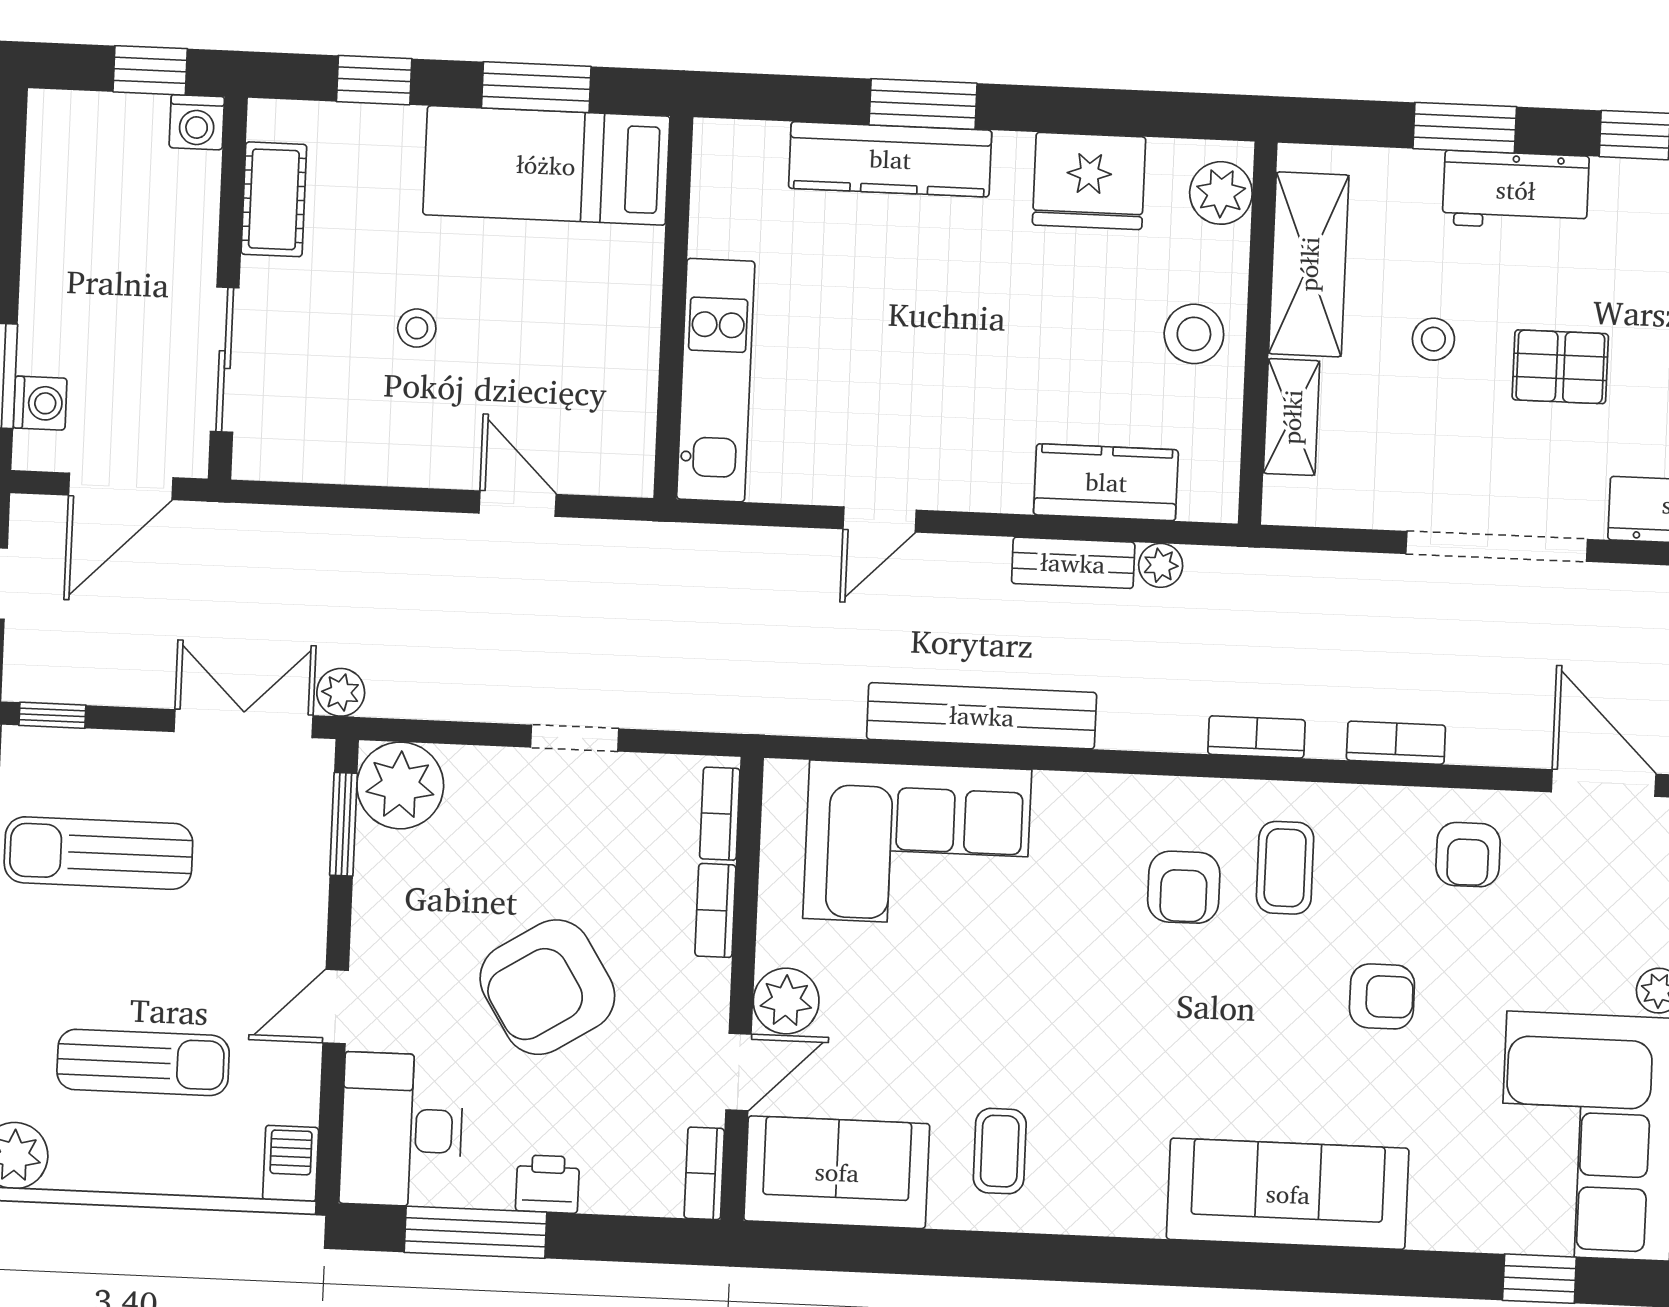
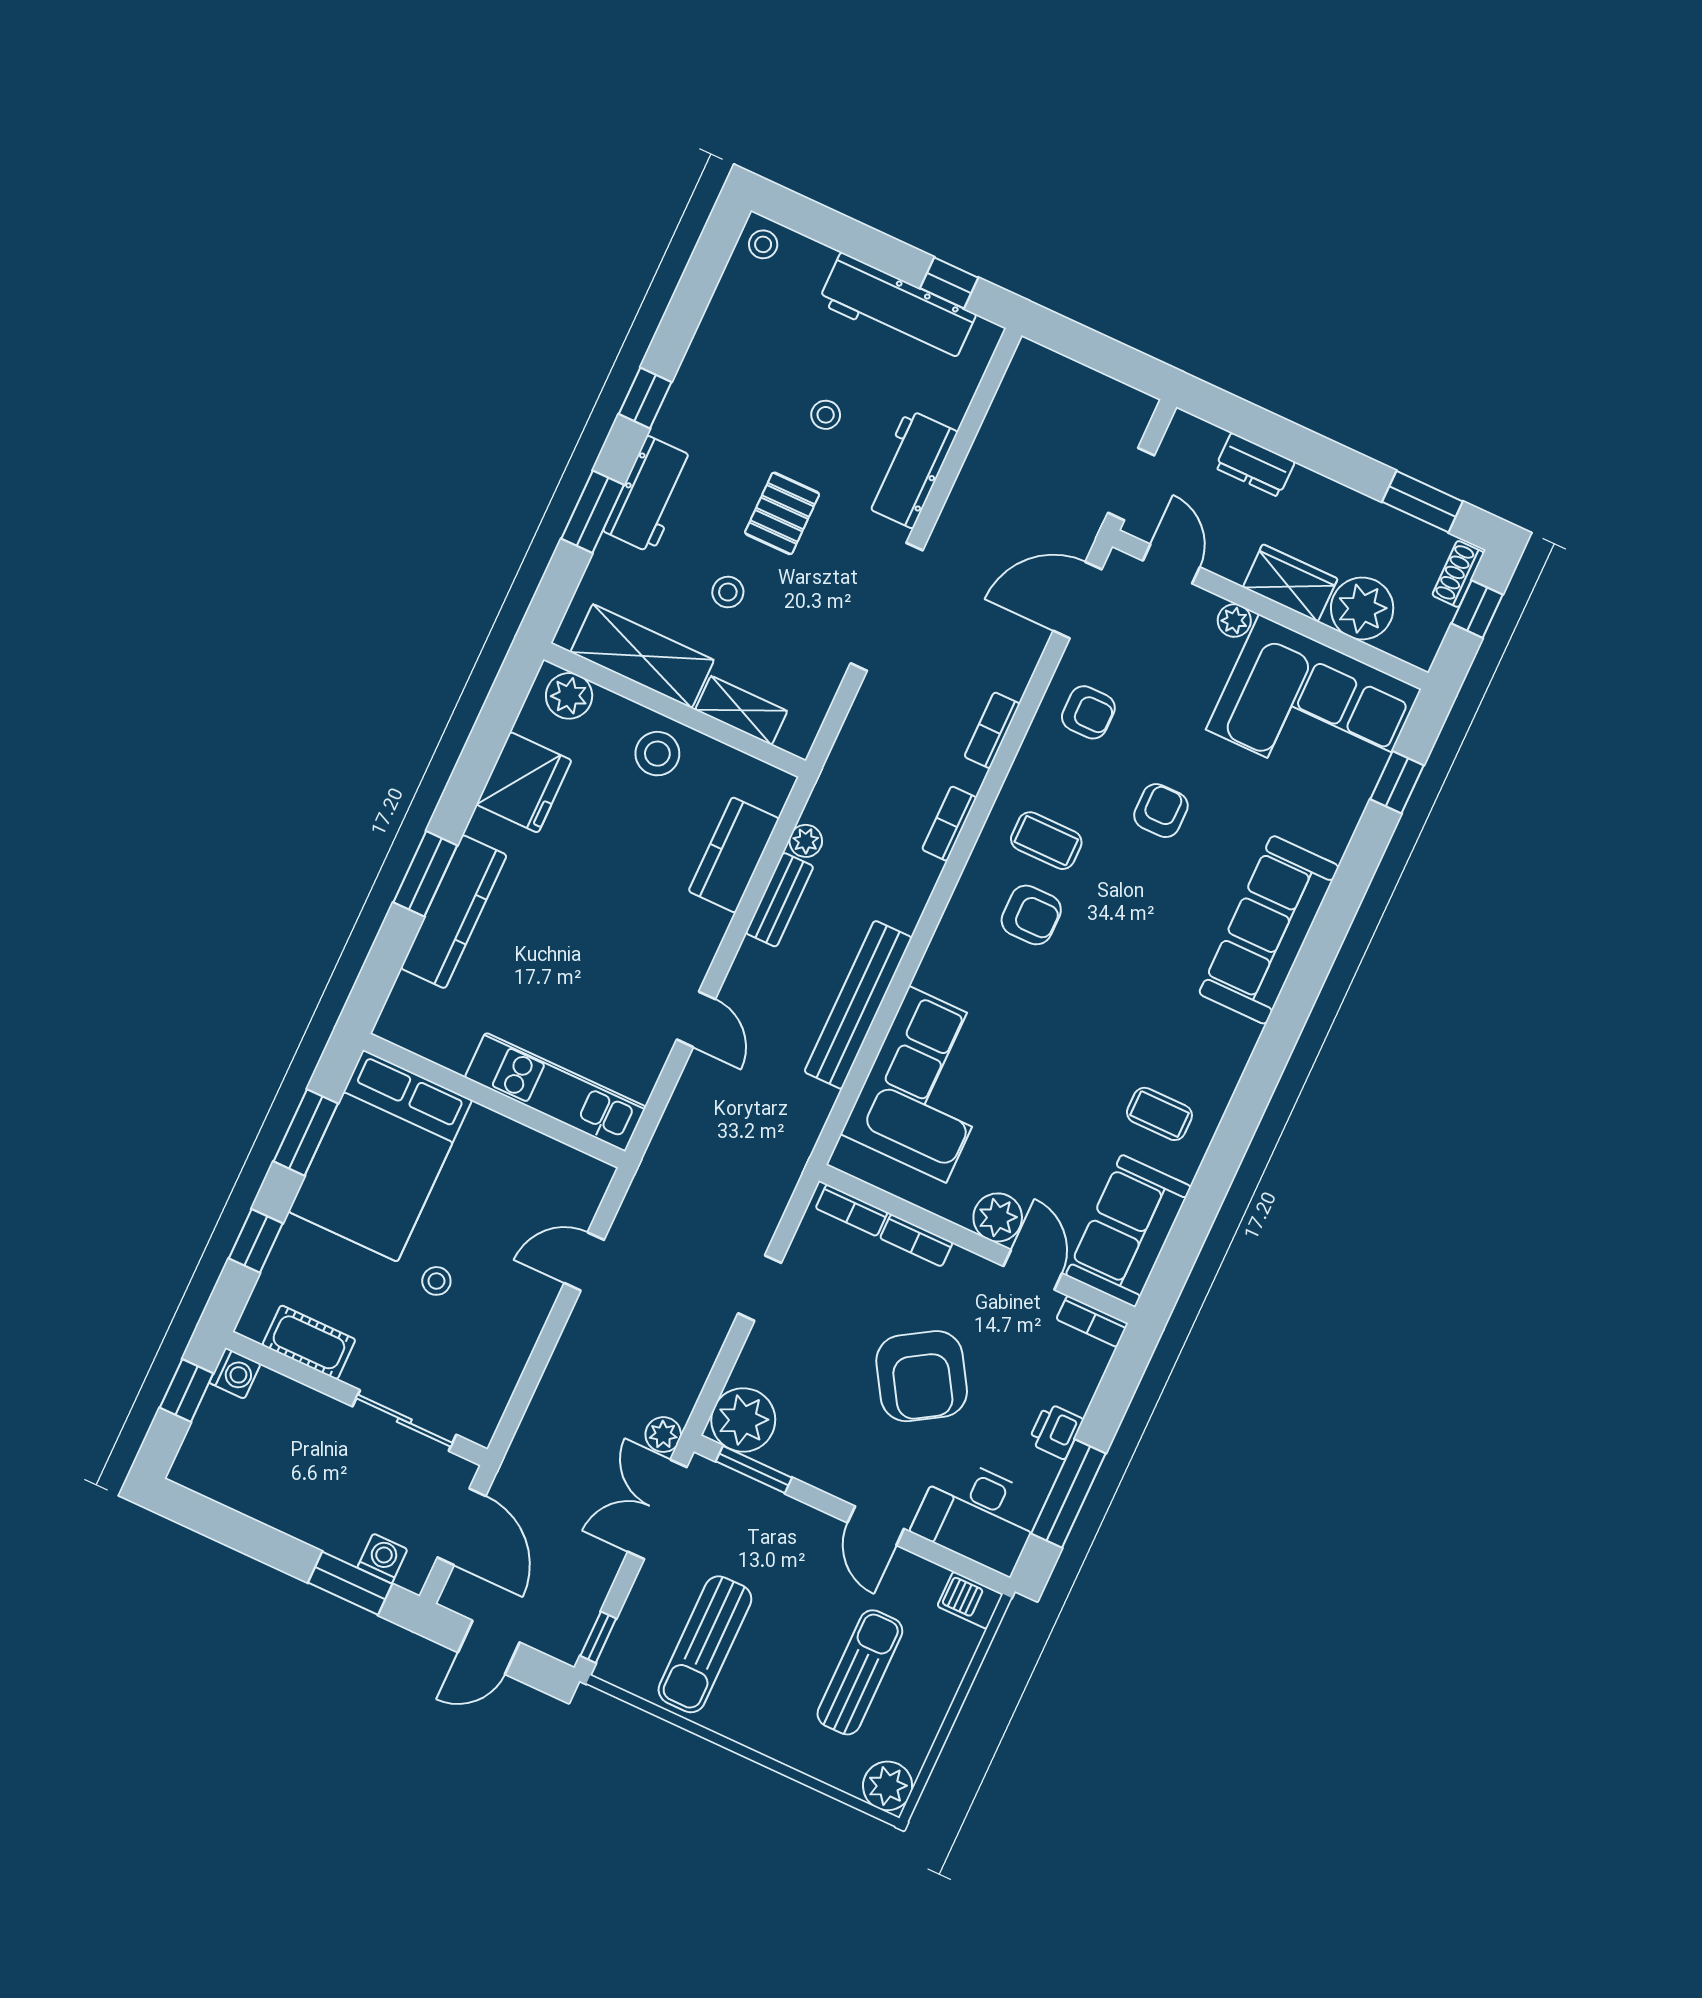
bed: (546, 165) -> (380, 1156), width x1.50

